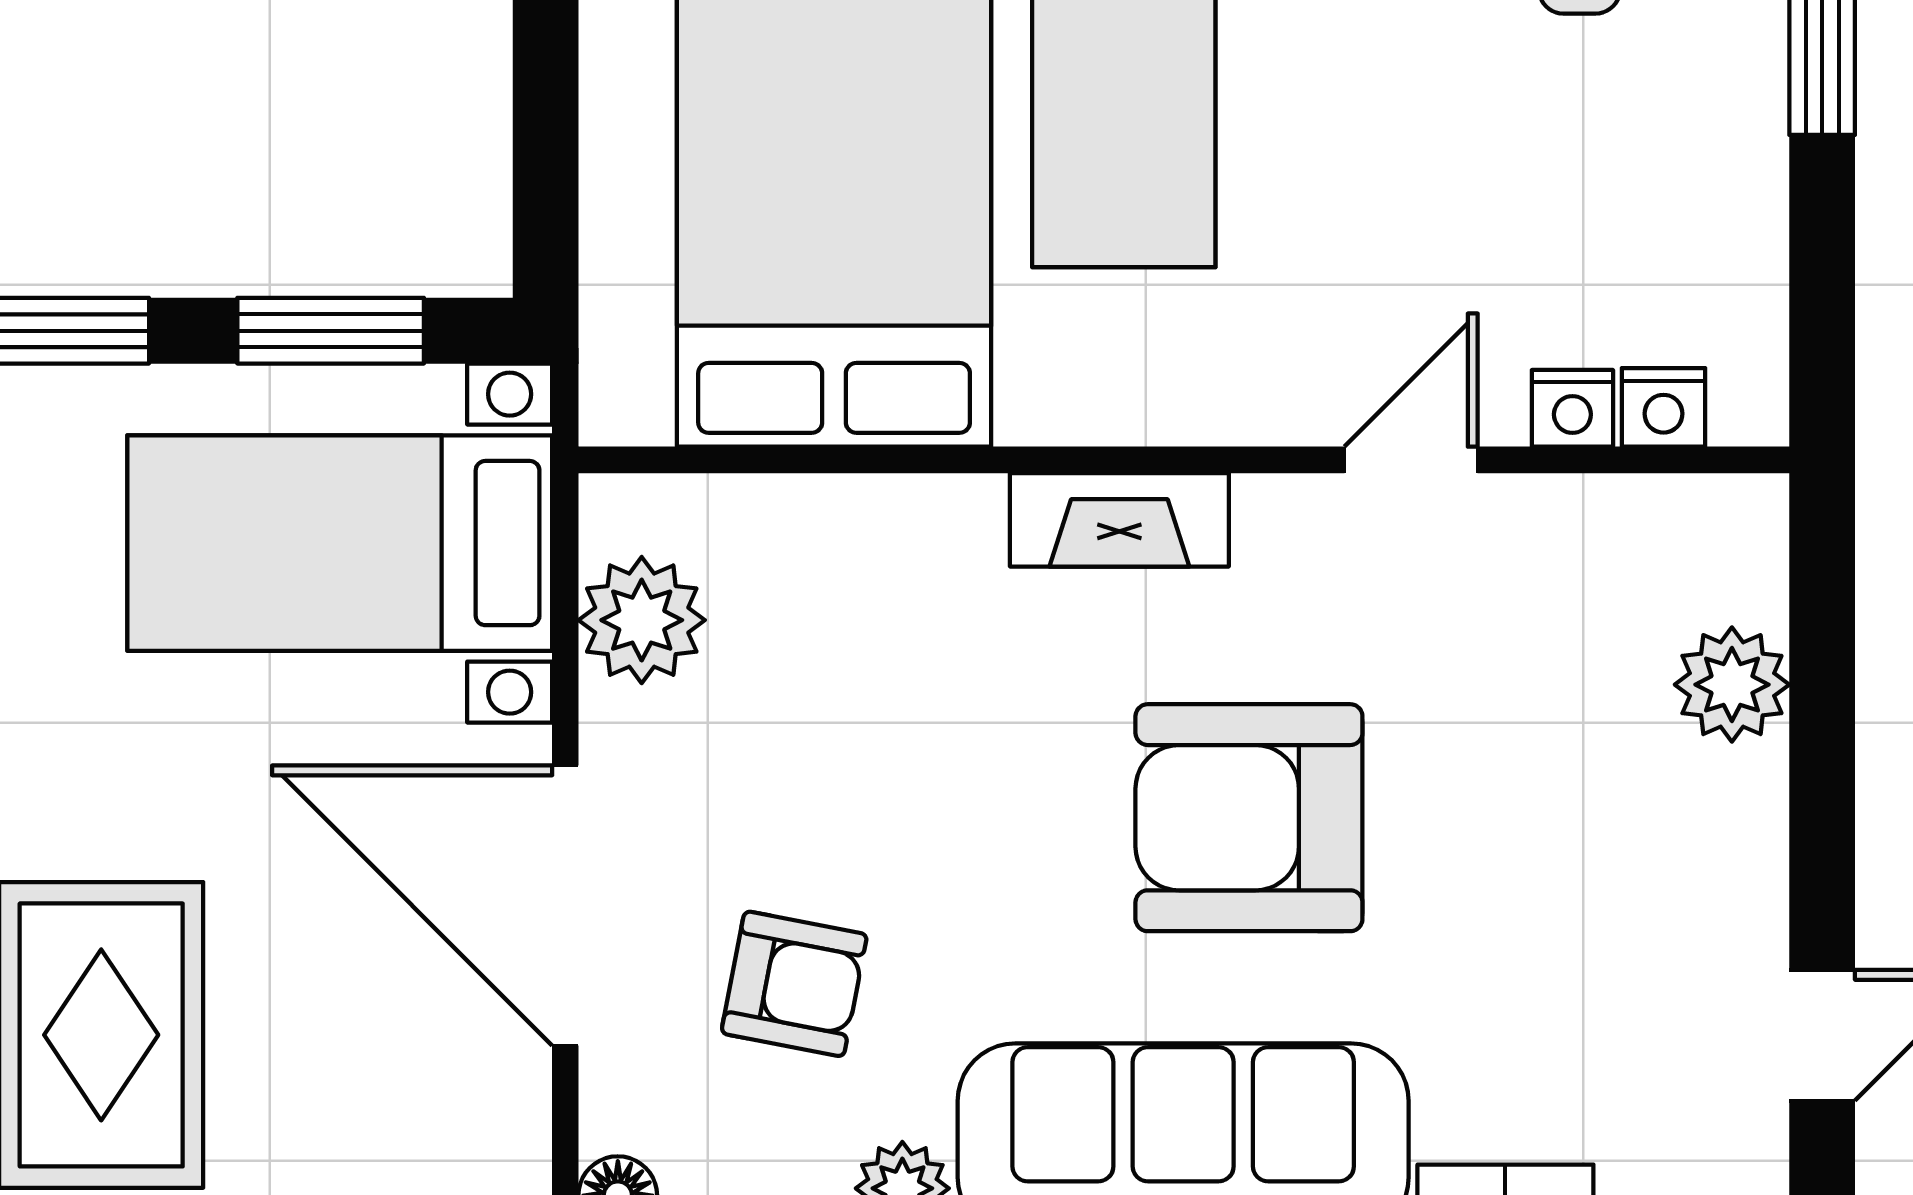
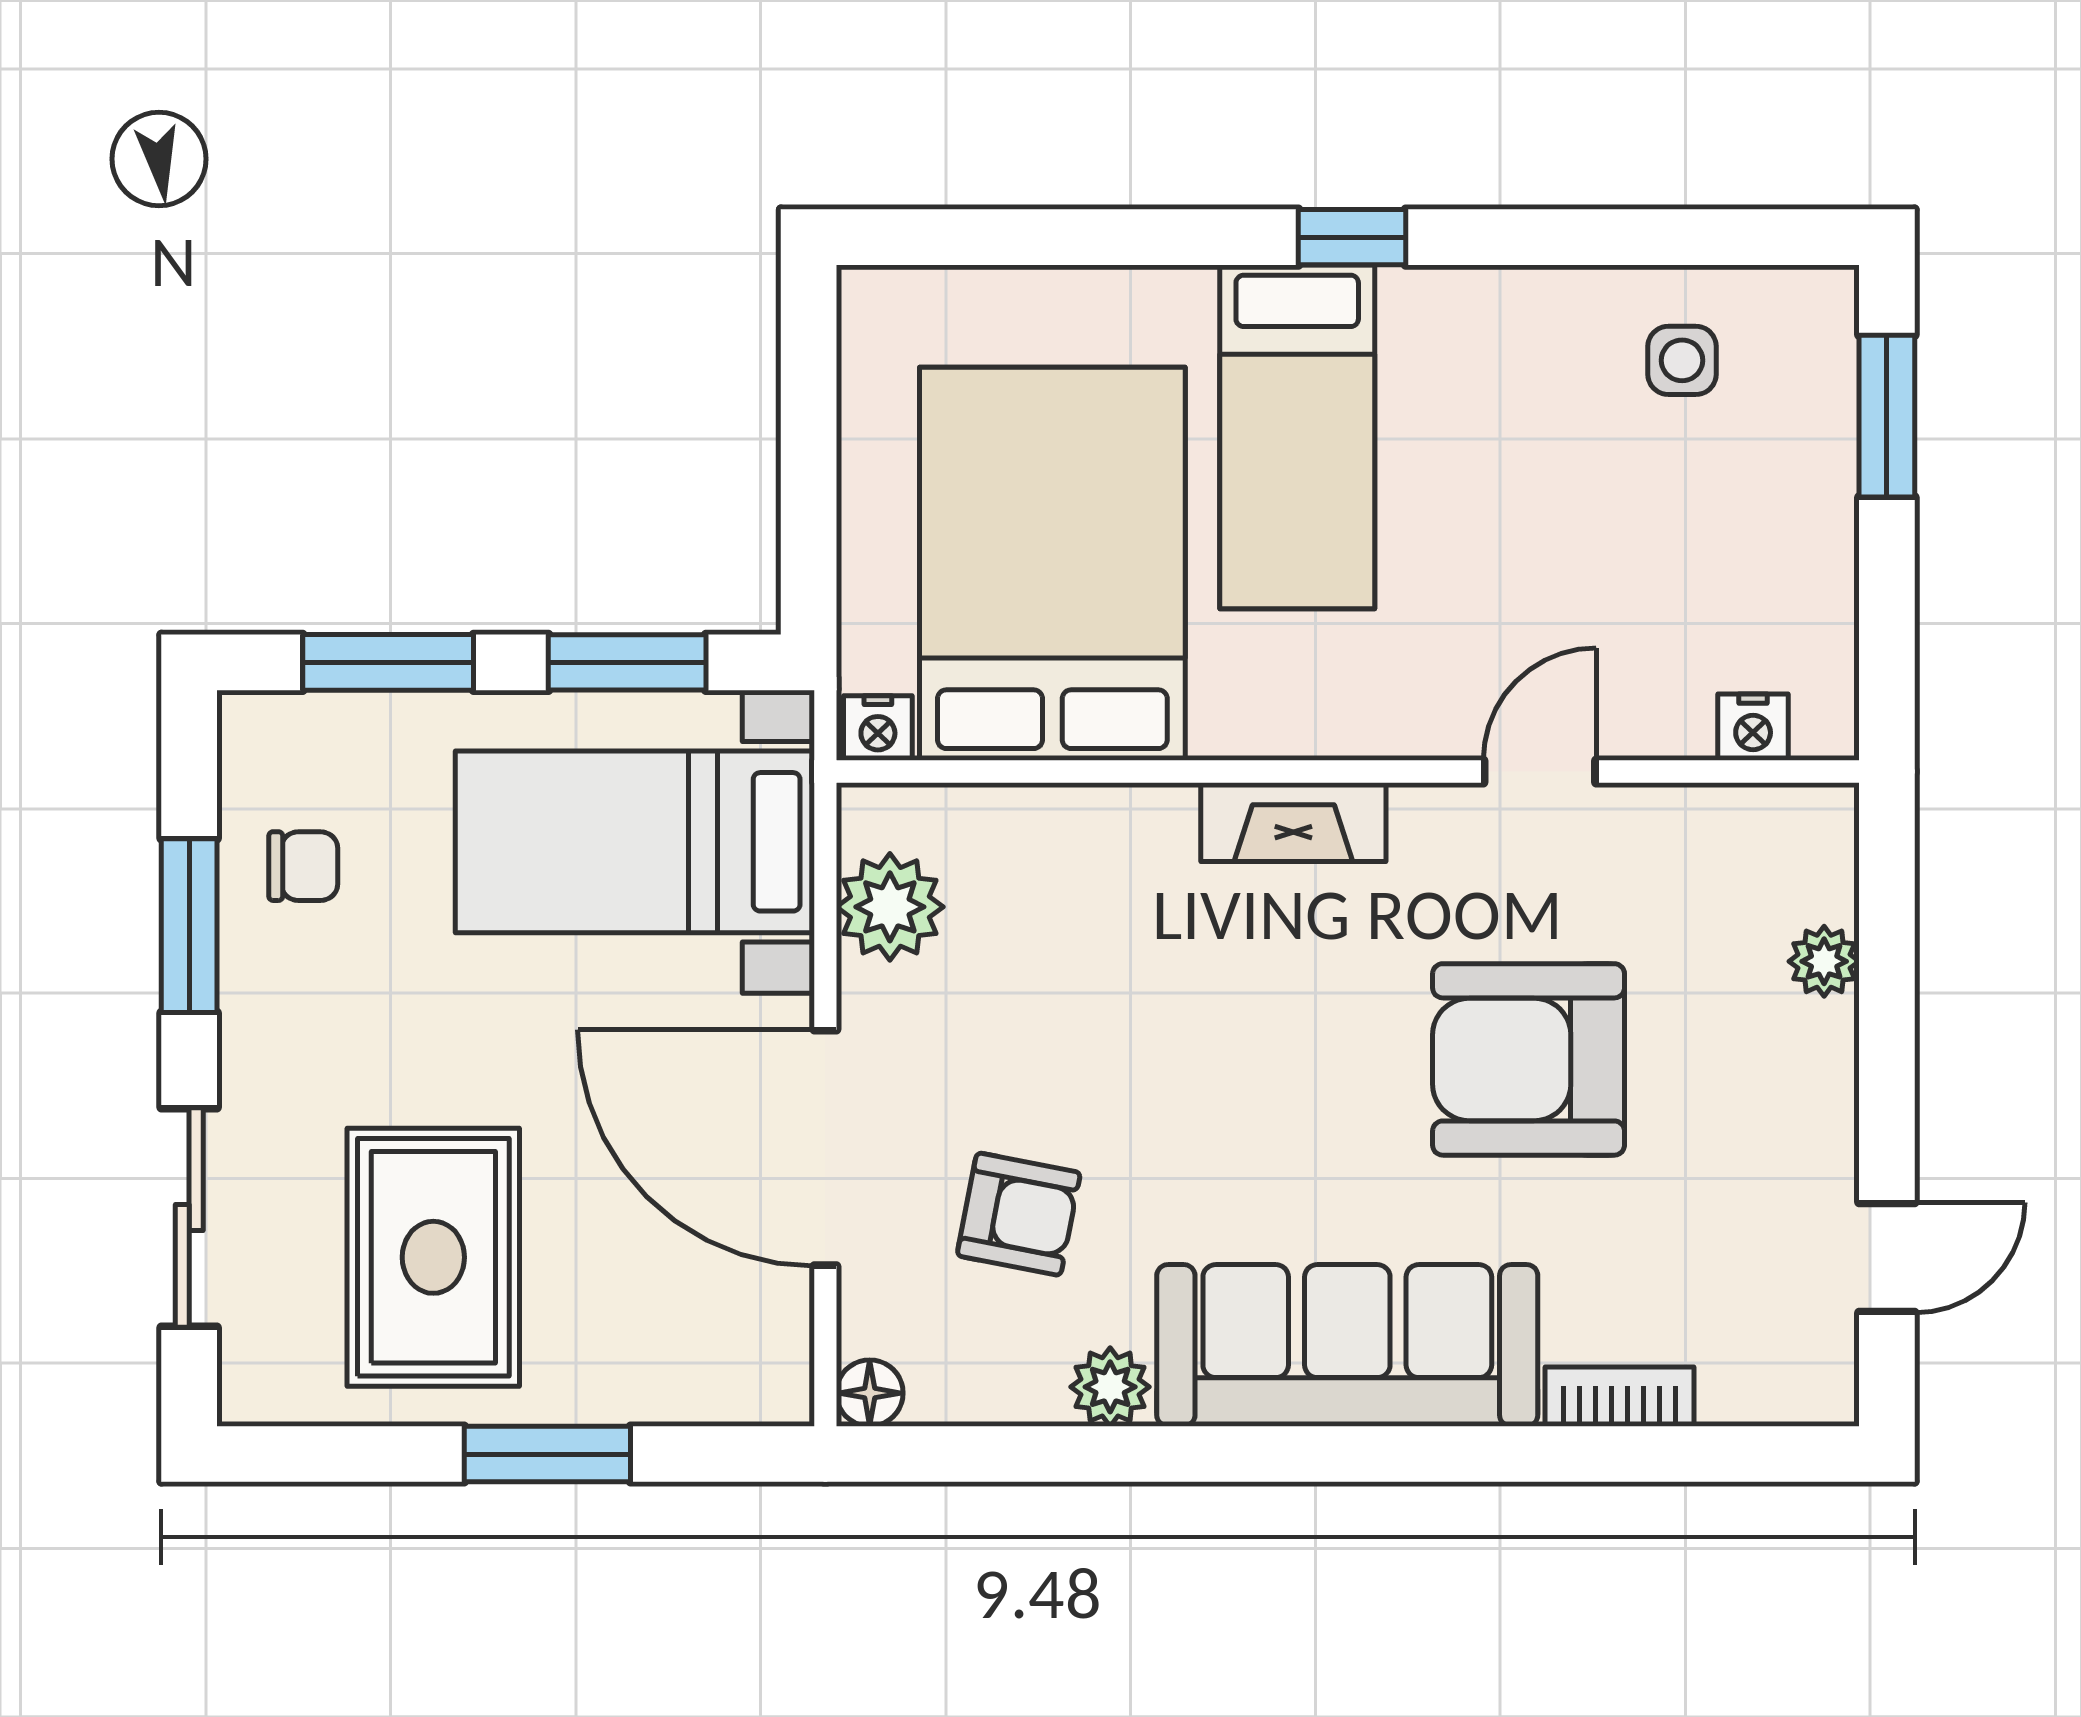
nightstand: (1572, 408) -> (878, 728), moved
plant: (1732, 685) -> (1824, 961), width x0.73, depth x0.73
armchair: (1249, 818) -> (1529, 1059), moved

